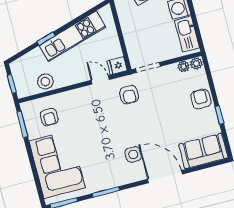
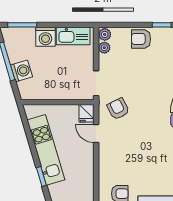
door: (100, 80) -> (96, 133), hinge flipped
stool: (45, 81) -> (84, 188), removed
armchair: (129, 95) -> (118, 109), turned -117

